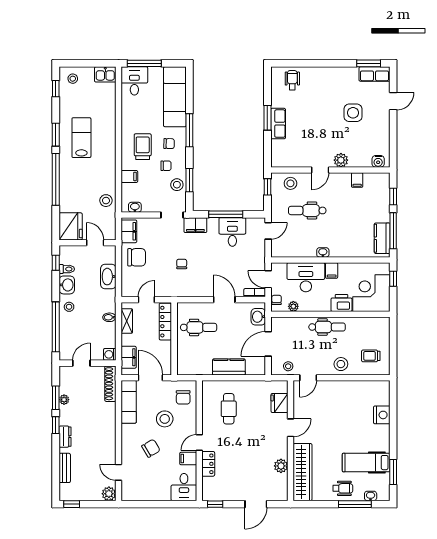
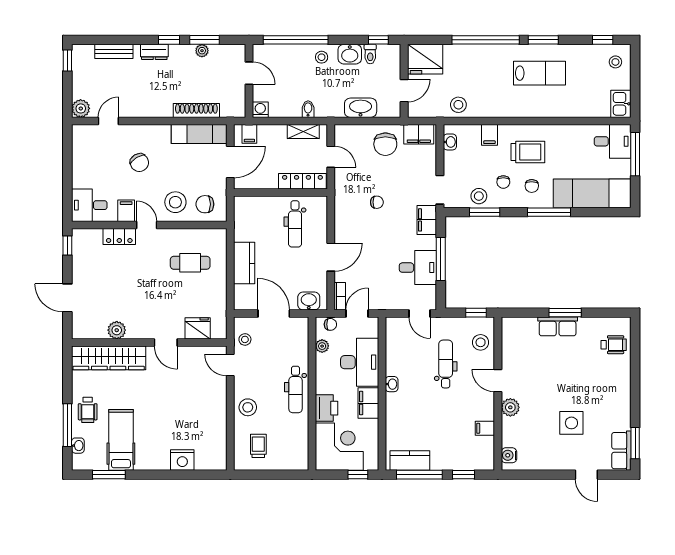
filing cabinet: (332, 271) -> (368, 403), width x2.00
filing cabinet: (129, 357) -> (249, 134), width x0.50
shoe rack: (110, 384) -> (196, 110), moved
stool: (165, 419) -> (175, 202), moved

